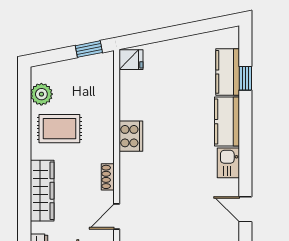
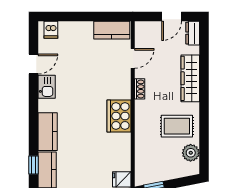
cooker: (131, 136) -> (119, 116), width x1.37, depth x1.31
kitchen sink: (228, 163) -> (47, 87), moved
door: (245, 209) -> (34, 64), hinge flipped

